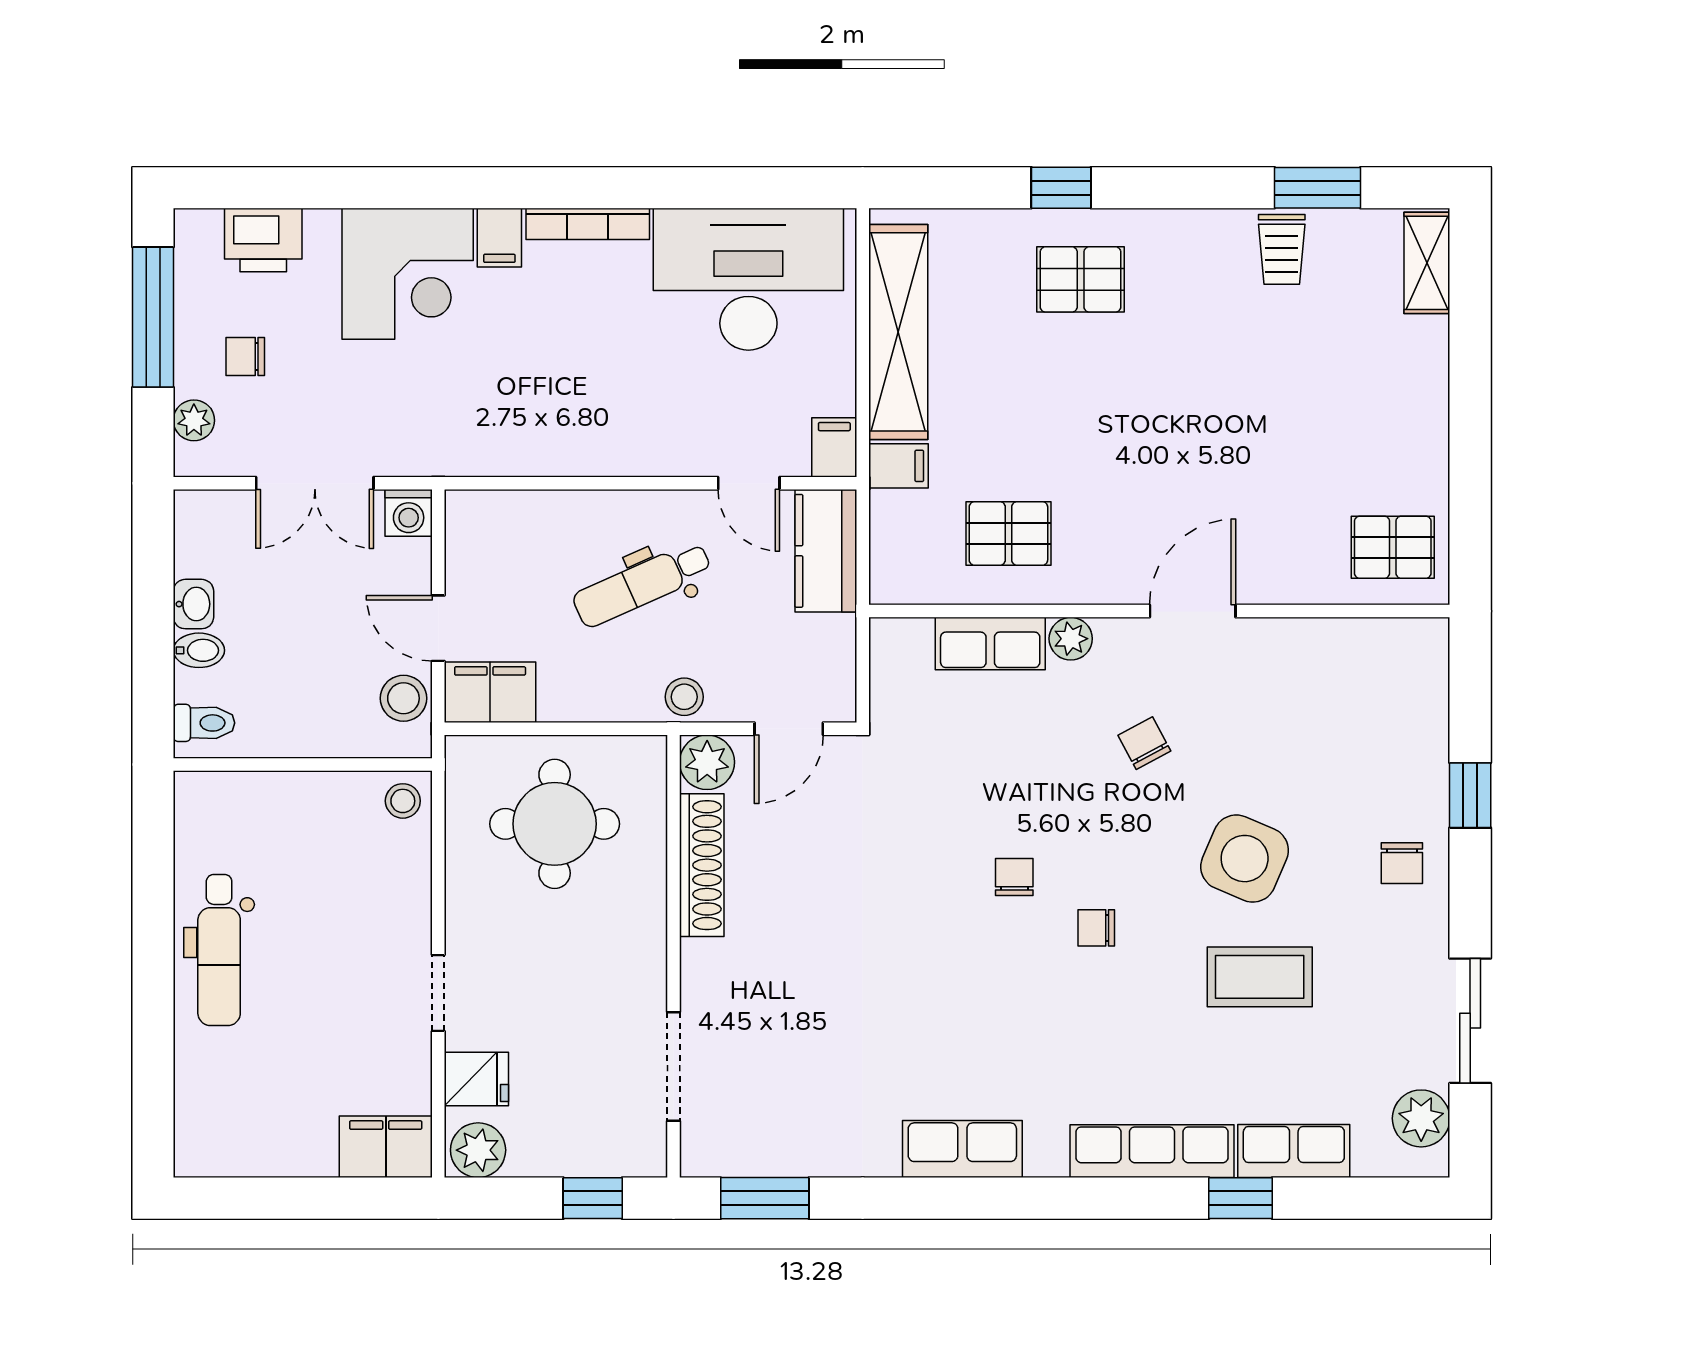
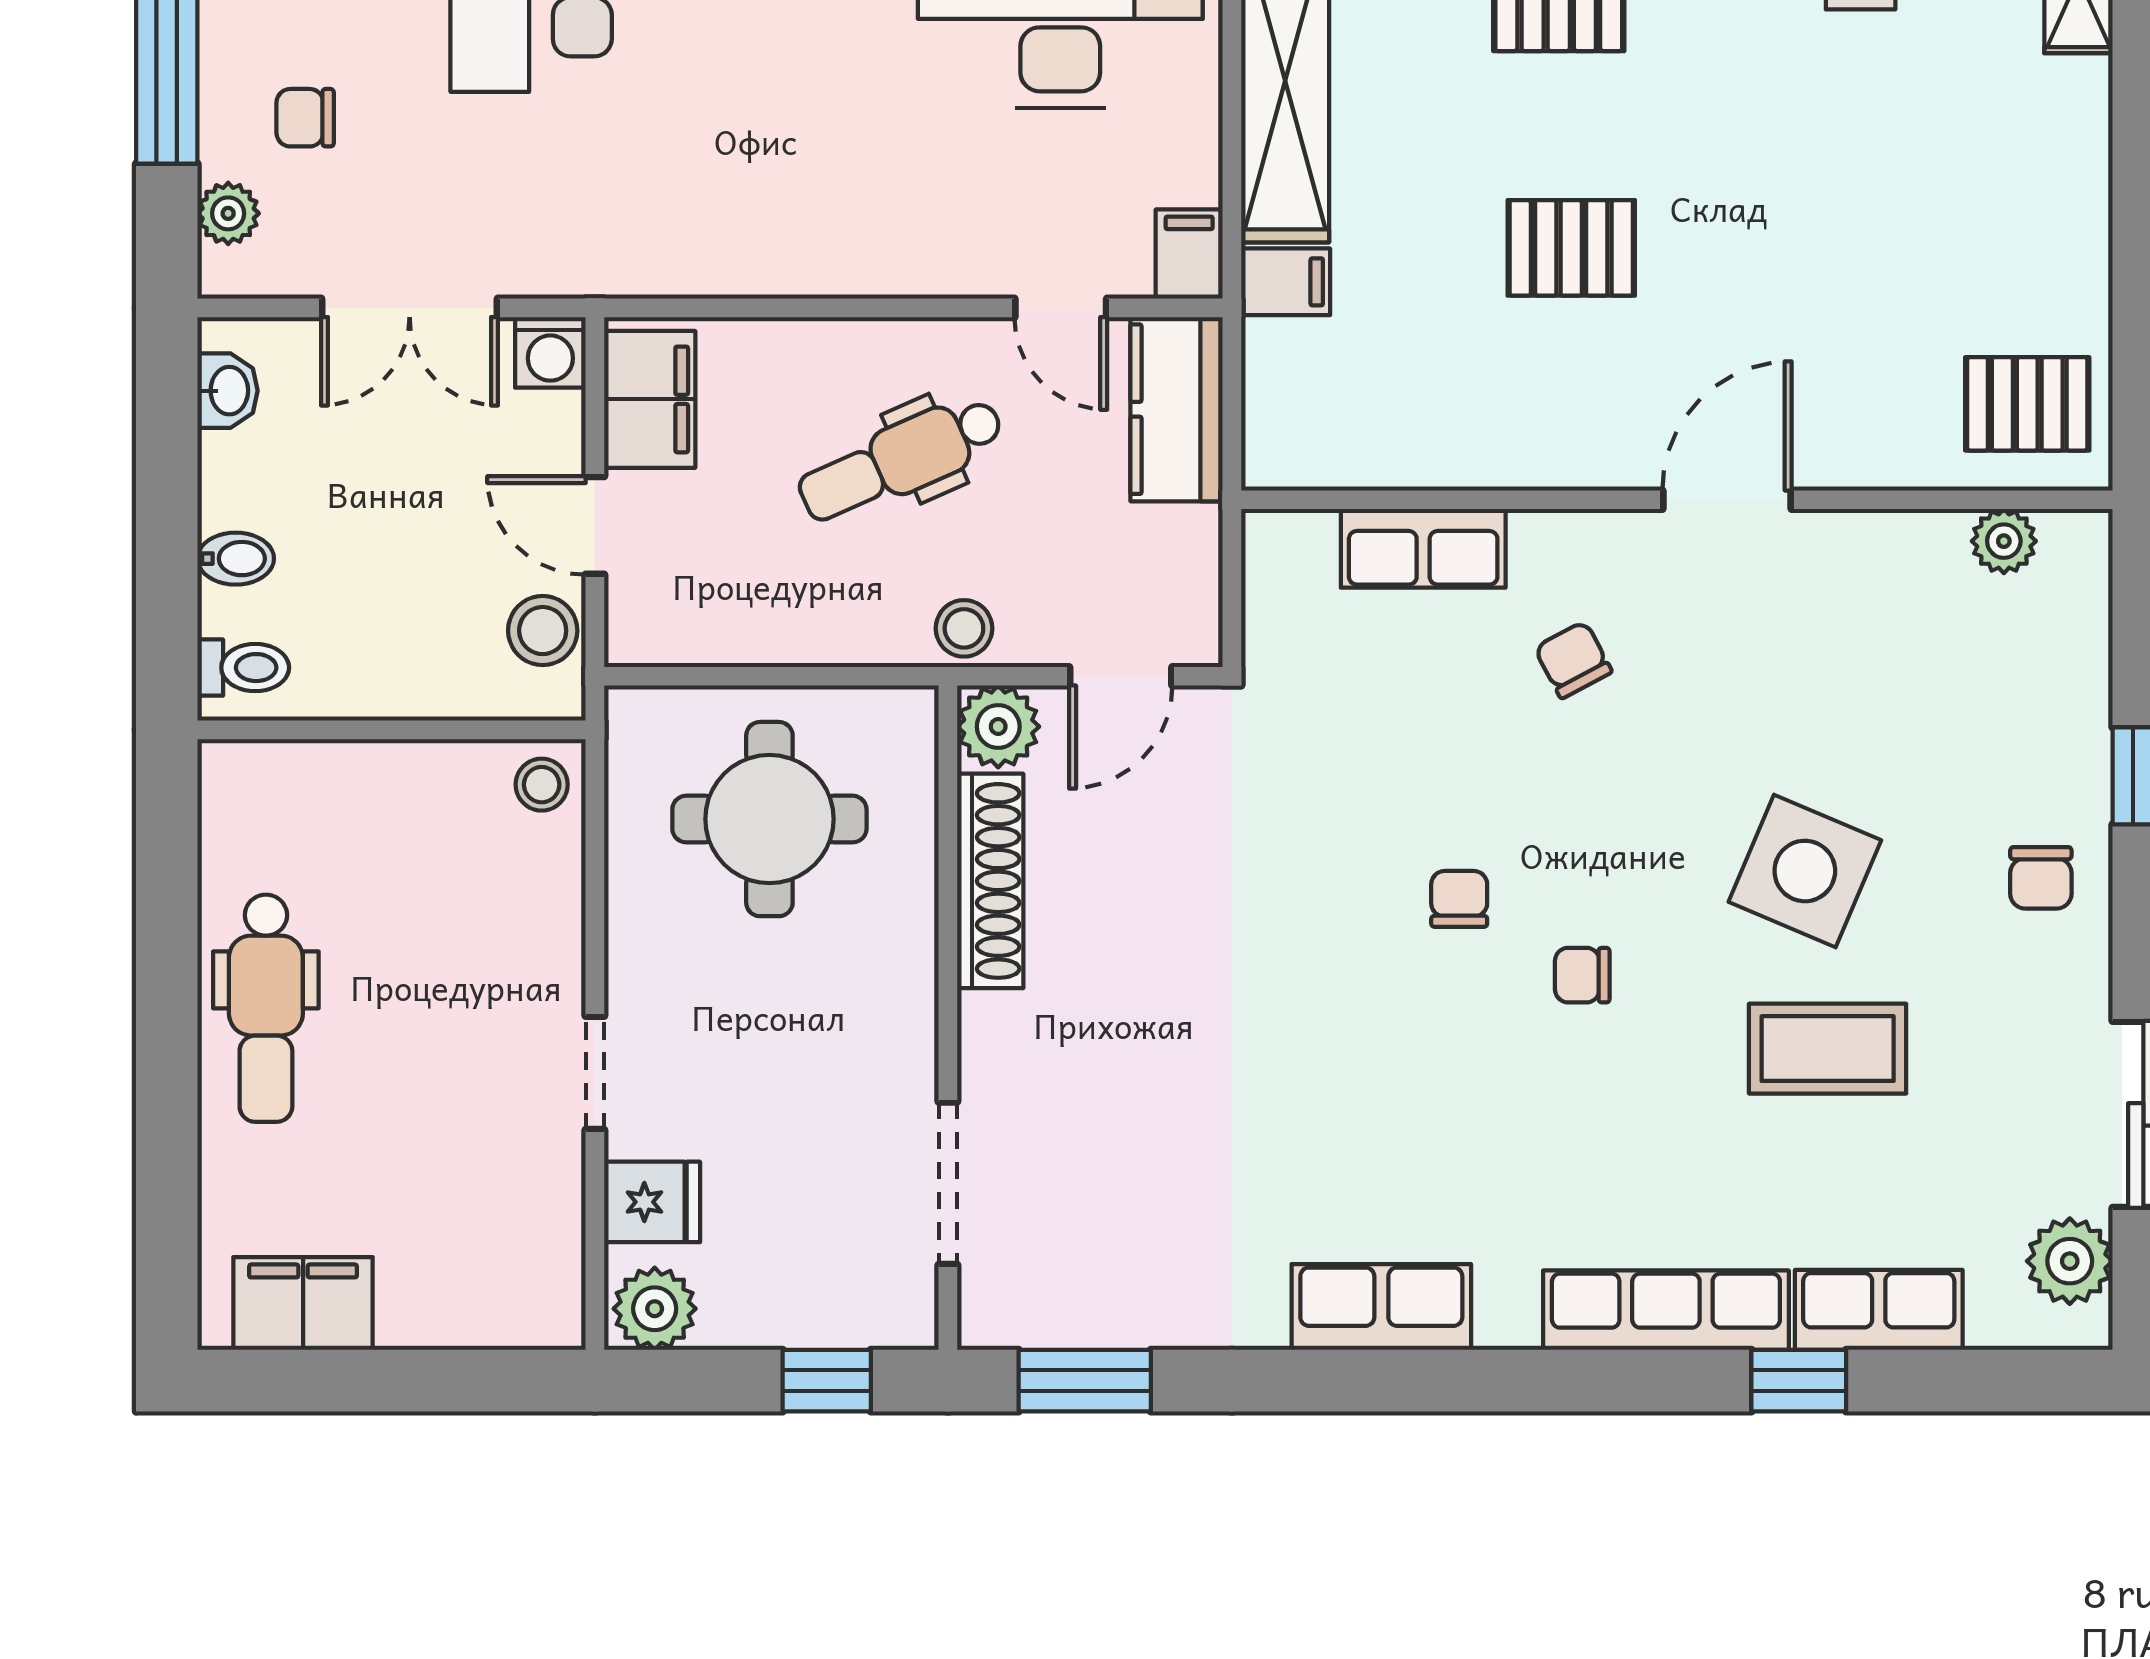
pallet: (1008, 533) -> (1571, 248), moved
washbasin: (193, 604) -> (228, 391), moved
plant: (1071, 639) -> (2004, 541), moved
filing cabinet: (490, 692) -> (650, 399), moved, turned 90
chair: (1144, 743) -> (1573, 660), moved
filing cabinet: (386, 1147) -> (303, 1303), moved

